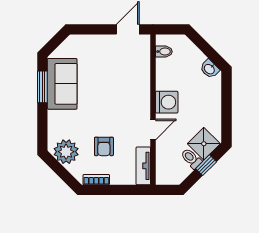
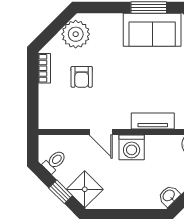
armchair: (104, 146) -> (82, 77), turned -90
toilet: (191, 158) -> (55, 162), moved
tv unit: (143, 166) -> (153, 121), moved

